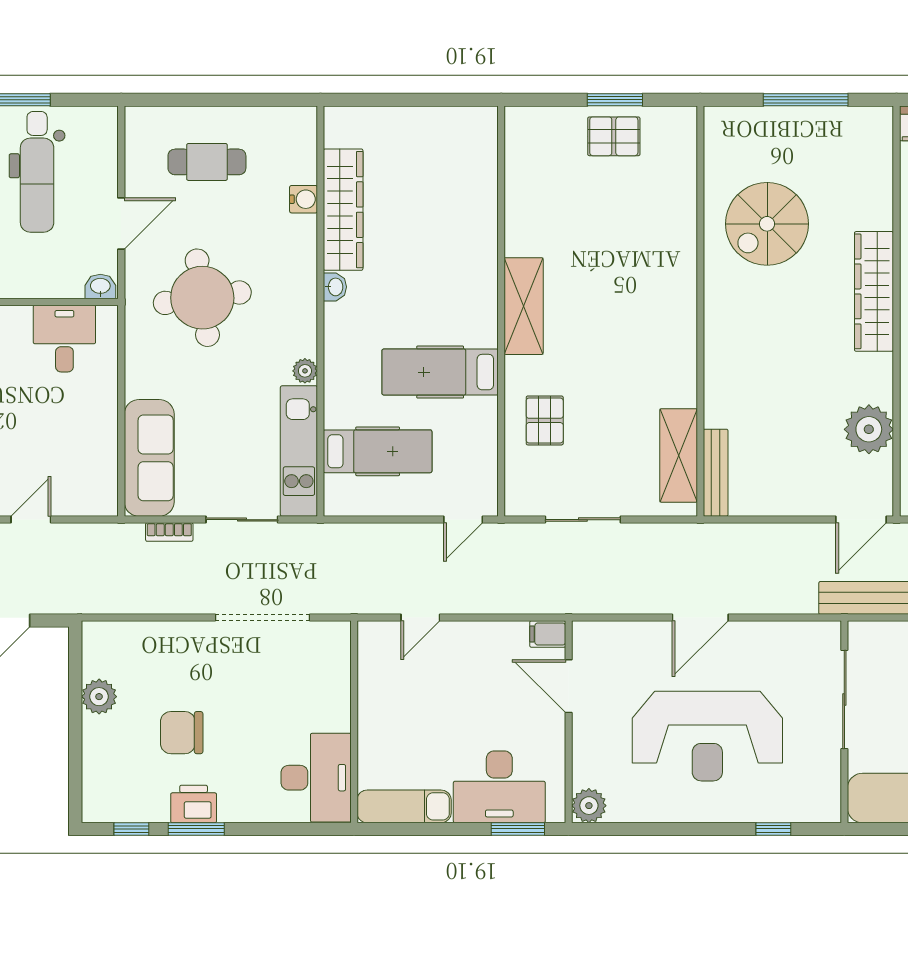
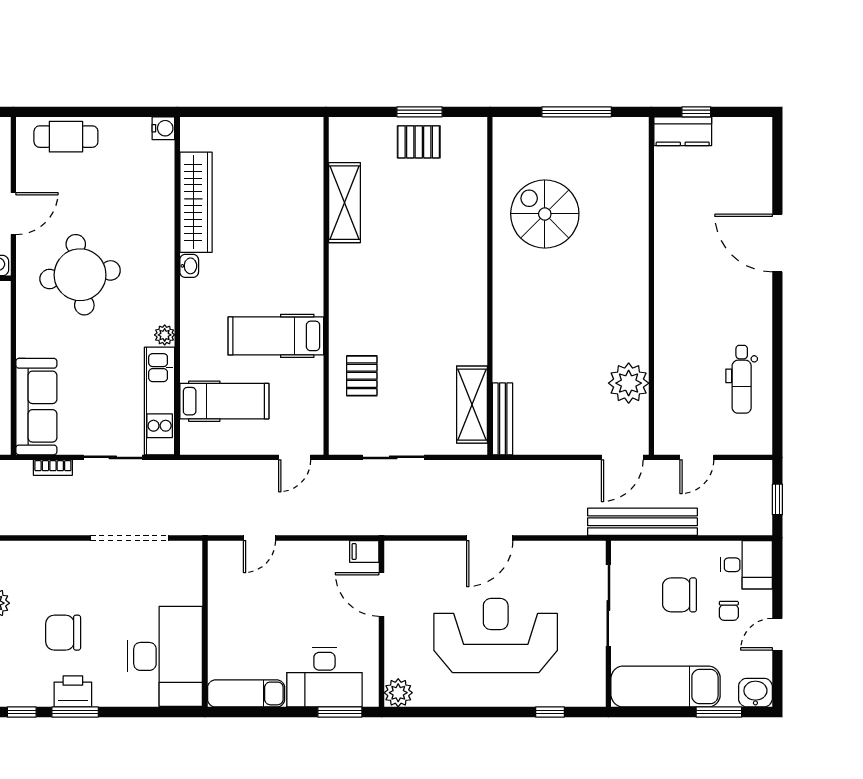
cafe table: (207, 162) -> (66, 137), moved
water cooler: (304, 199) -> (163, 128), moved
spiral stairs: (767, 224) -> (545, 214), turned 90
wardrobe: (874, 291) -> (633, 270), removed
shelving: (524, 306) -> (345, 203), moved
reception desk: (707, 736) -> (496, 636), turned 180
desk: (316, 778) -> (165, 656), width x1.36, depth x1.30

